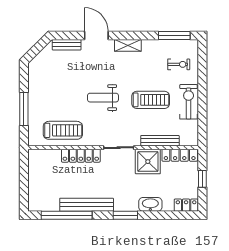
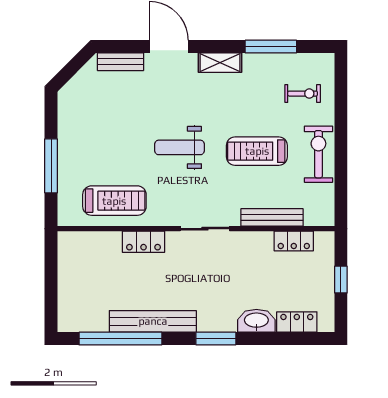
window: (174, 35) -> (271, 47), moved
treadmill: (151, 100) -> (257, 151), turned 180
locker: (180, 155) -> (294, 241), width x0.66
locker: (81, 156) -> (144, 242), width x0.66
shower: (148, 162) -> (252, 251), removed
locker: (186, 205) -> (297, 322), moved

